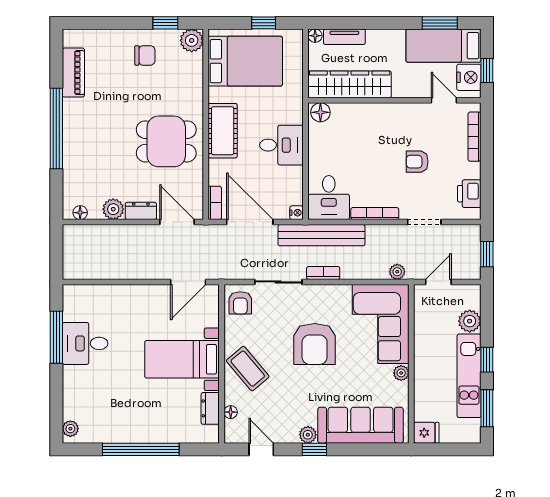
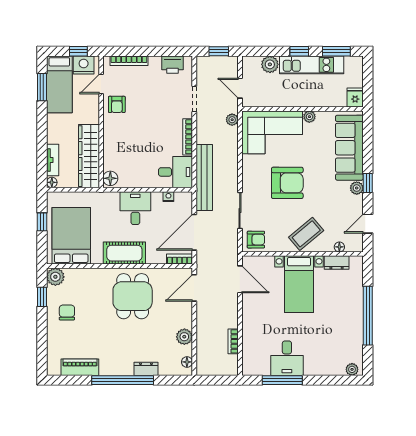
armchair: (417, 162) -> (117, 104), moved
dresser: (141, 211) -> (146, 369), moved, turned 90
nightstand: (297, 213) -> (168, 197), moved
bookcase: (323, 273) -> (233, 341), moved

